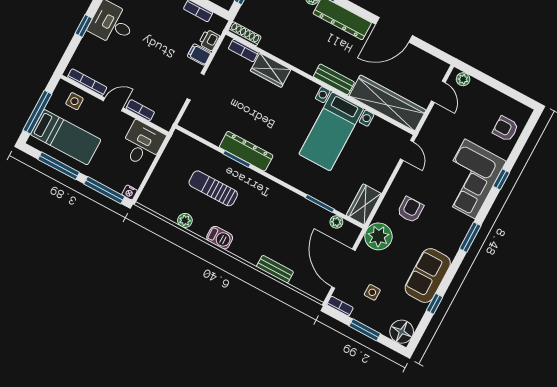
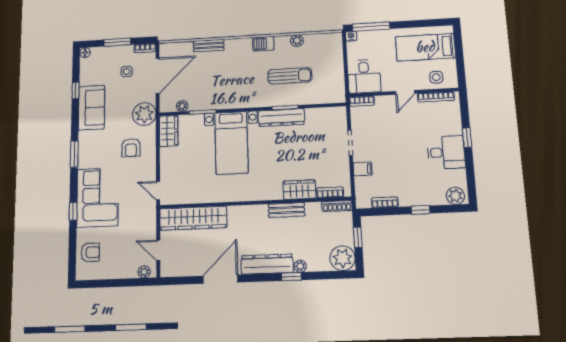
printer: (209, 40) -> (362, 185), removed
bench: (334, 79) -> (286, 210), moved
bookcase: (140, 110) -> (362, 101), moved
window: (37, 112) -> (459, 53), removed
bed with nightstands: (331, 131) -> (231, 143), moved, turned 180
window: (59, 166) -> (417, 24), removed
door: (343, 269) -> (158, 76), hinge flipped
floor lamp: (402, 332) -> (85, 53), width x0.53, depth x0.53

